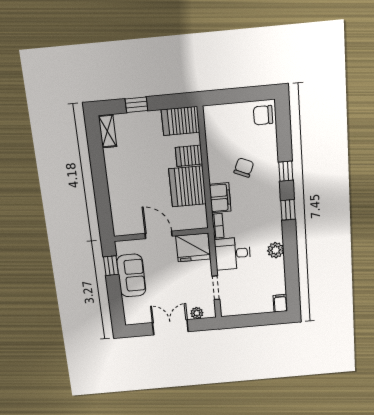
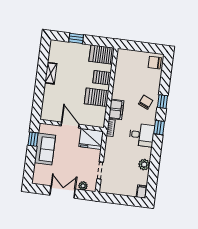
shelving: (108, 131) -> (51, 73), moved
chair: (244, 168) -> (146, 102), moved
server rack: (188, 186) -> (97, 97), width x0.62
plant: (276, 250) -> (144, 165), moved
desk: (233, 253) -> (142, 135), moved, turned 180

